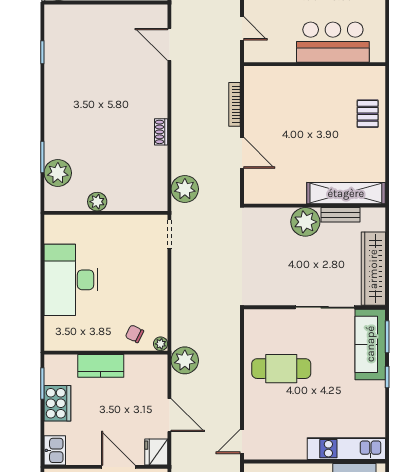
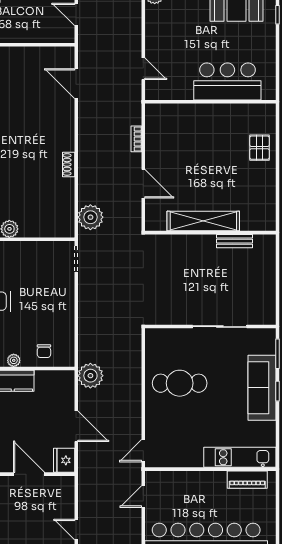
bookcase: (234, 104) -> (136, 139), width x0.64
shelving: (346, 193) -> (203, 221), moved
plant: (305, 222) -> (202, 248), removed
wardrobe: (373, 269) -> (265, 291), removed
chair: (134, 334) -> (44, 351), turned -116
plant: (161, 344) -> (14, 360), moved
sofa: (370, 344) -> (262, 388), moved

